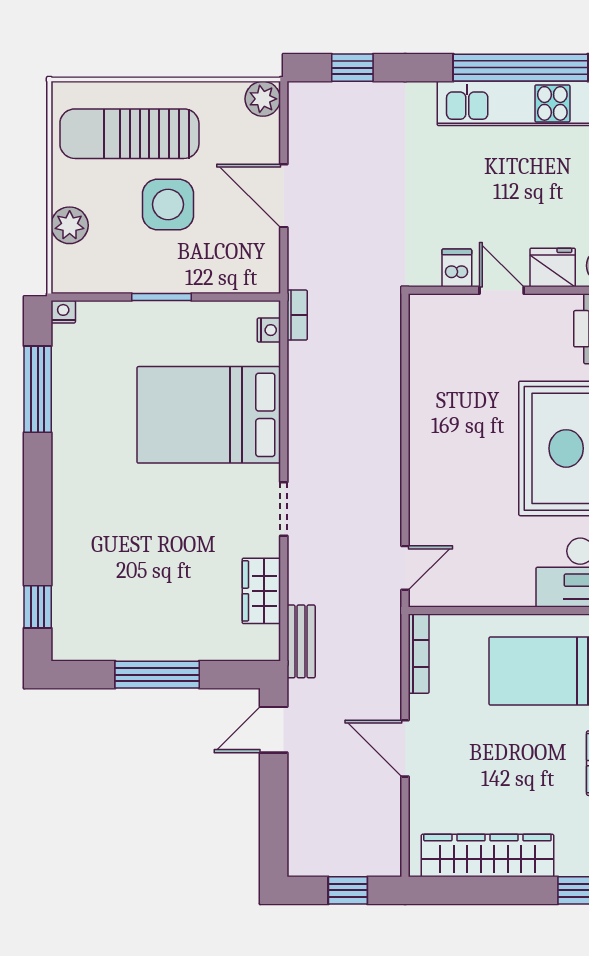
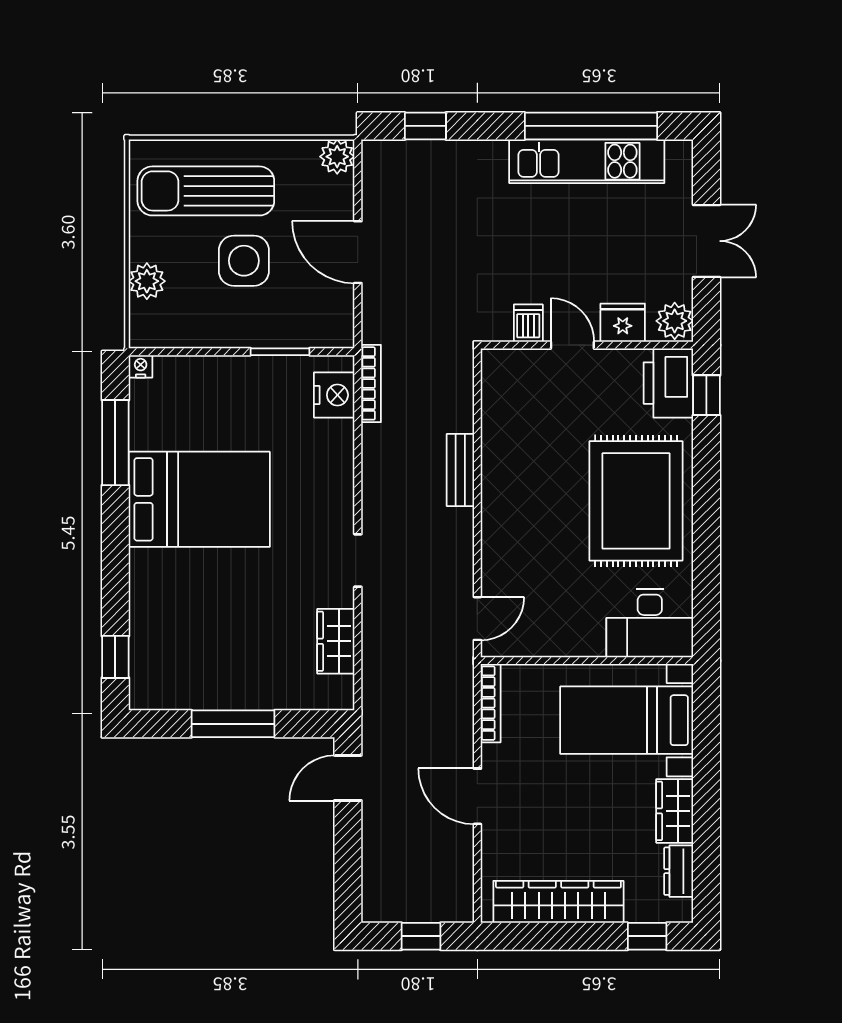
window: (161, 297) -> (280, 352), moved
bookcase: (297, 315) -> (371, 383), width x1.56
nightstand: (269, 330) -> (334, 395), width x1.89, depth x1.79
bed: (209, 415) -> (199, 499), moved, turned 180
bench: (301, 641) -> (460, 470), moved

